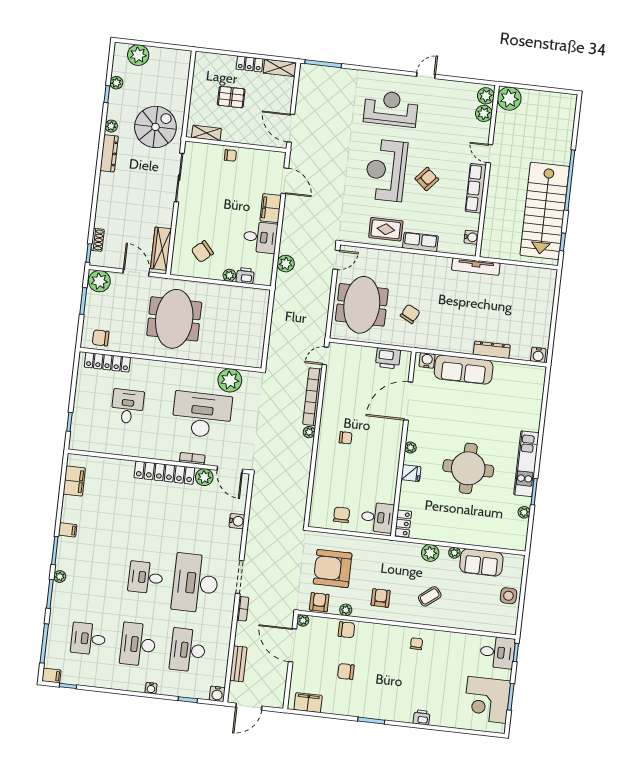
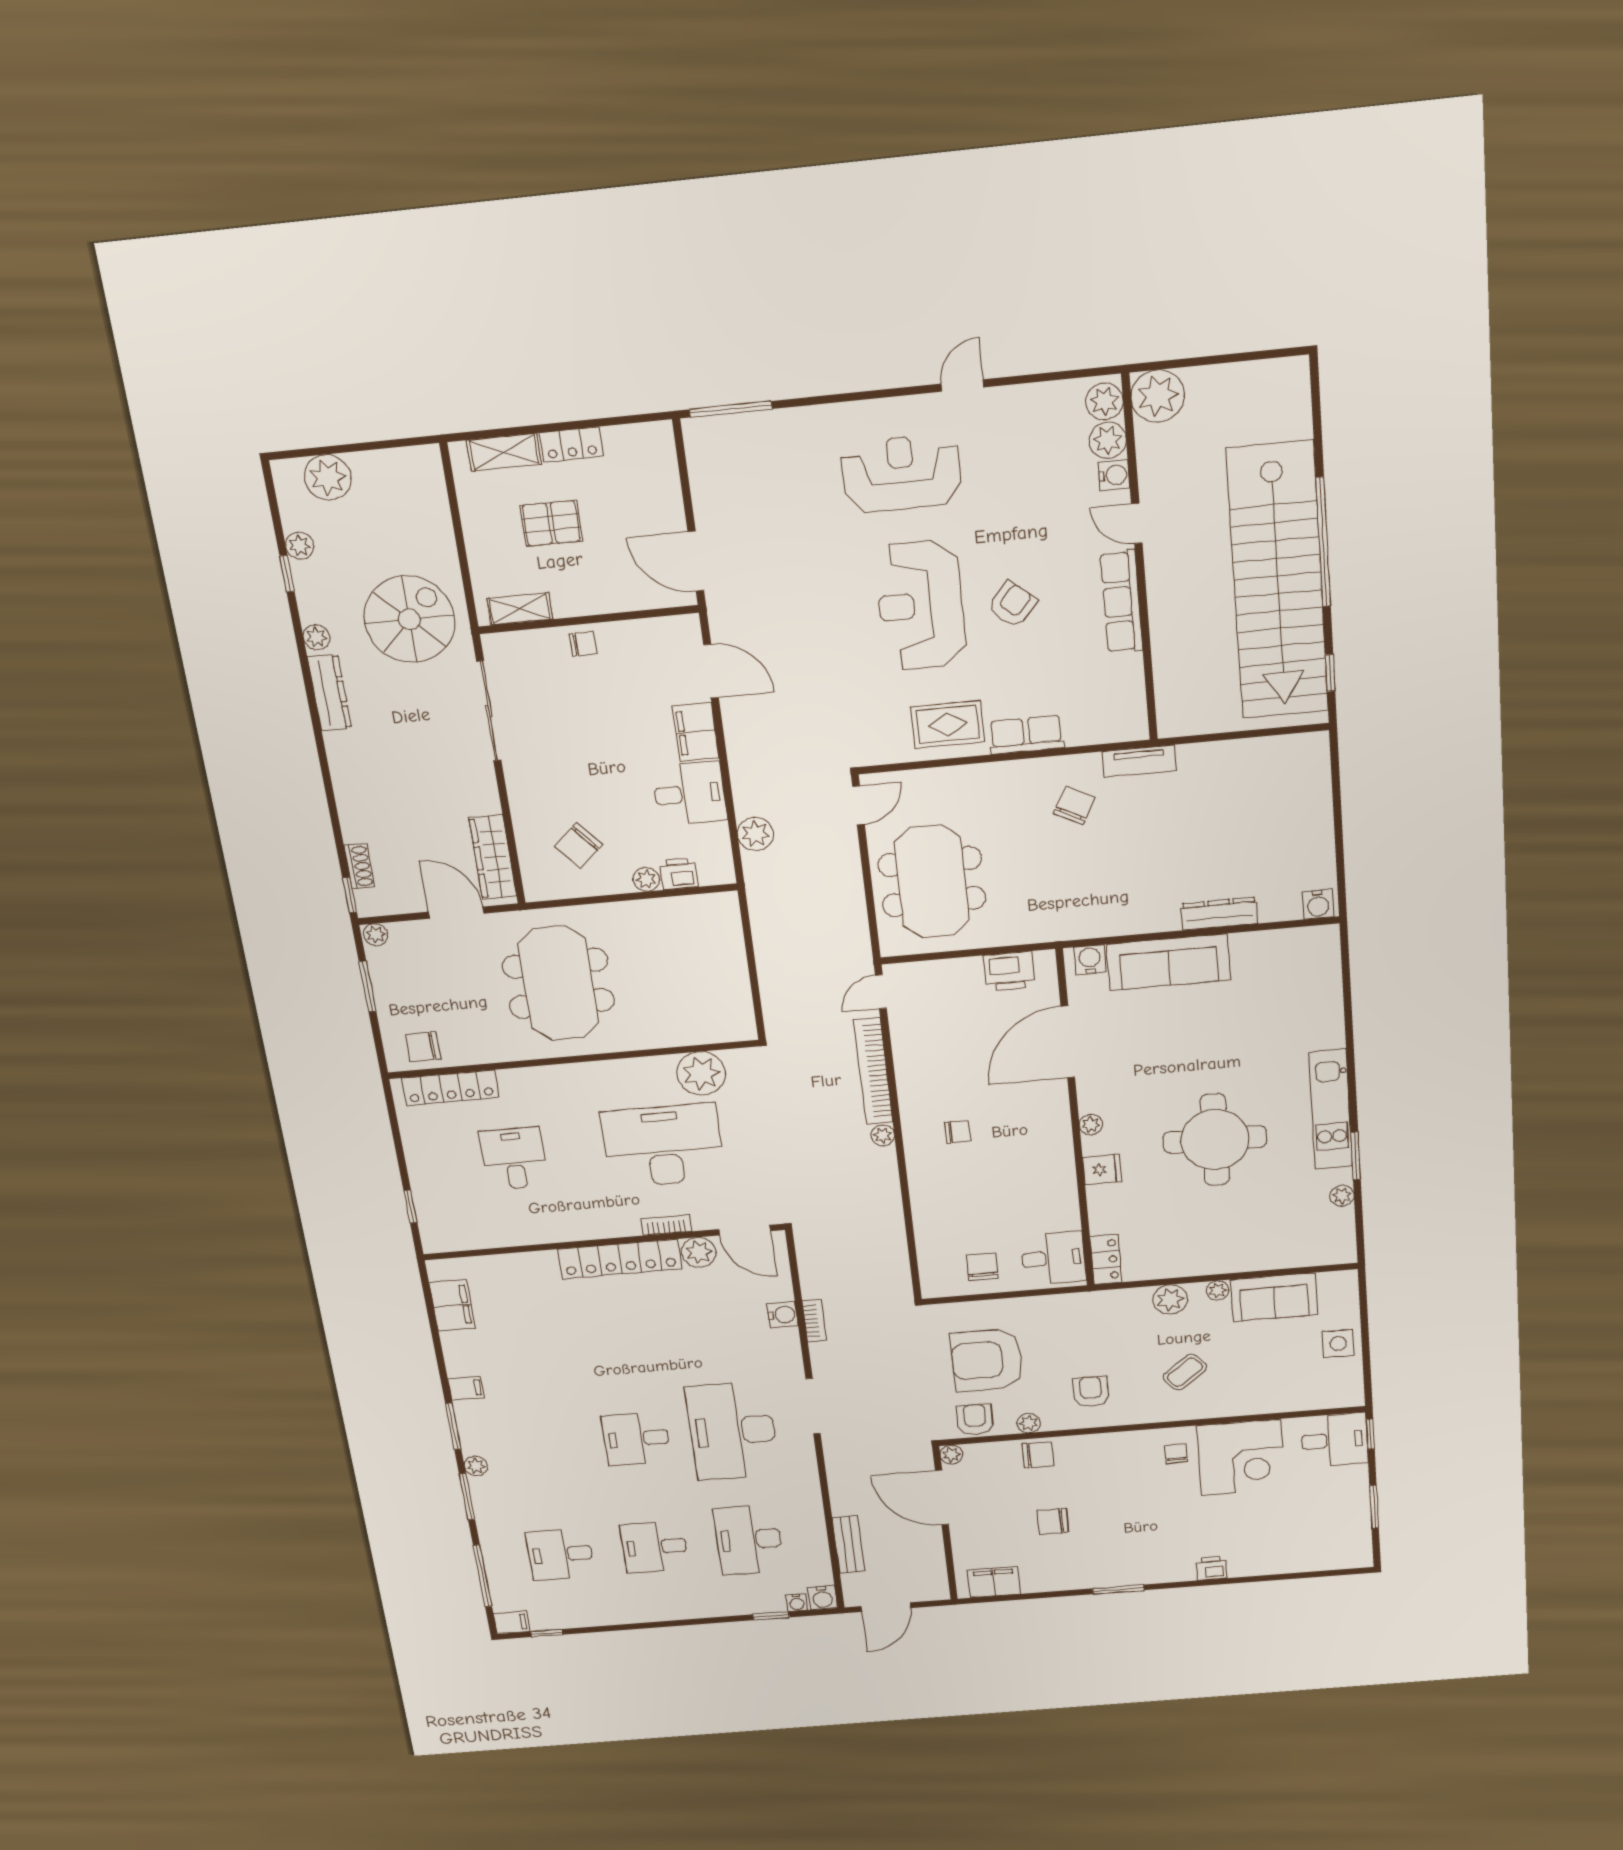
shelving: (280, 68) -> (504, 452), moved
stairs: (545, 211) -> (1278, 581), width x1.36
water cooler: (471, 237) -> (1114, 475), moved
tv unit: (476, 267) -> (1139, 761), width x0.71
plant: (99, 281) -> (376, 935), width x0.53, depth x0.53
chair: (410, 314) -> (1074, 806), moved
bookcase: (243, 609) -> (814, 1321), moved
desk: (138, 644) -> (654, 1547), width x0.73
water cooler: (151, 688) -> (797, 1603), moved
corner desk: (487, 700) -> (1241, 1457), moved, turned -90

